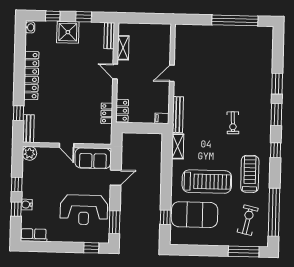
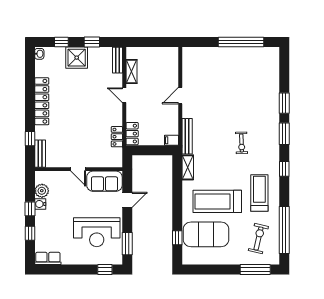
plant: (29, 153) -> (42, 191), moved
treadmill: (207, 182) -> (217, 201), turned 180
water cooler: (27, 205) -> (40, 204), moved

